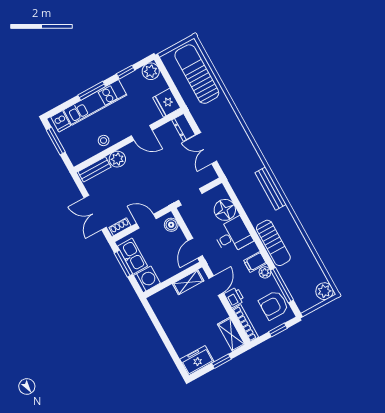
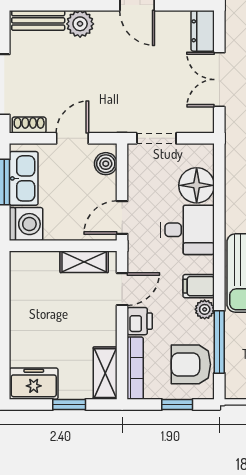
door: (146, 221) -> (72, 138), hinge flipped

